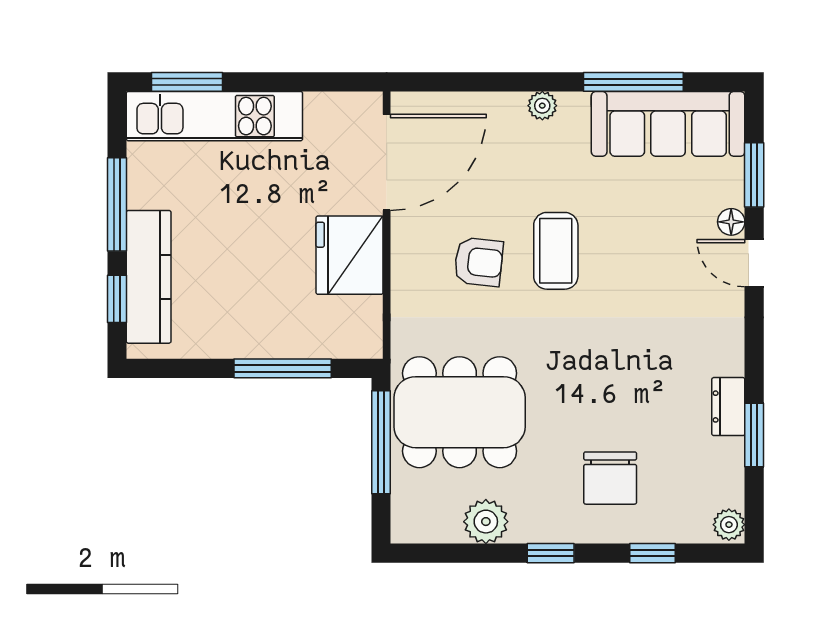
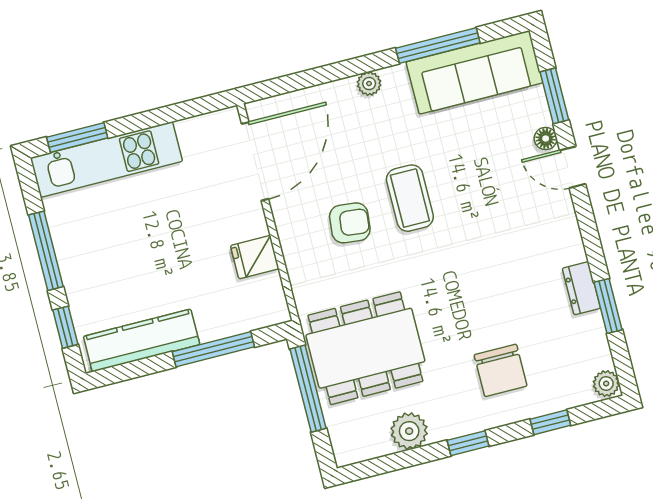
fridge: (350, 255) -> (255, 257), width x0.53, depth x0.75
kitchen counter: (149, 277) -> (142, 340), moved, turned -90

